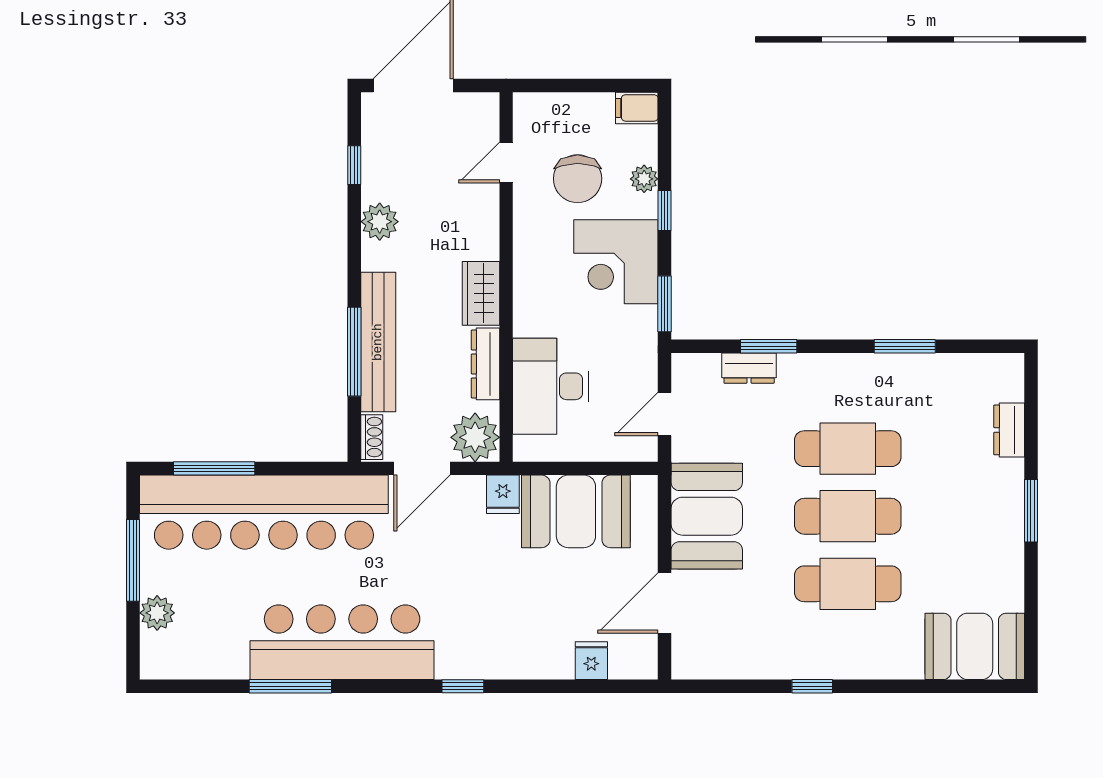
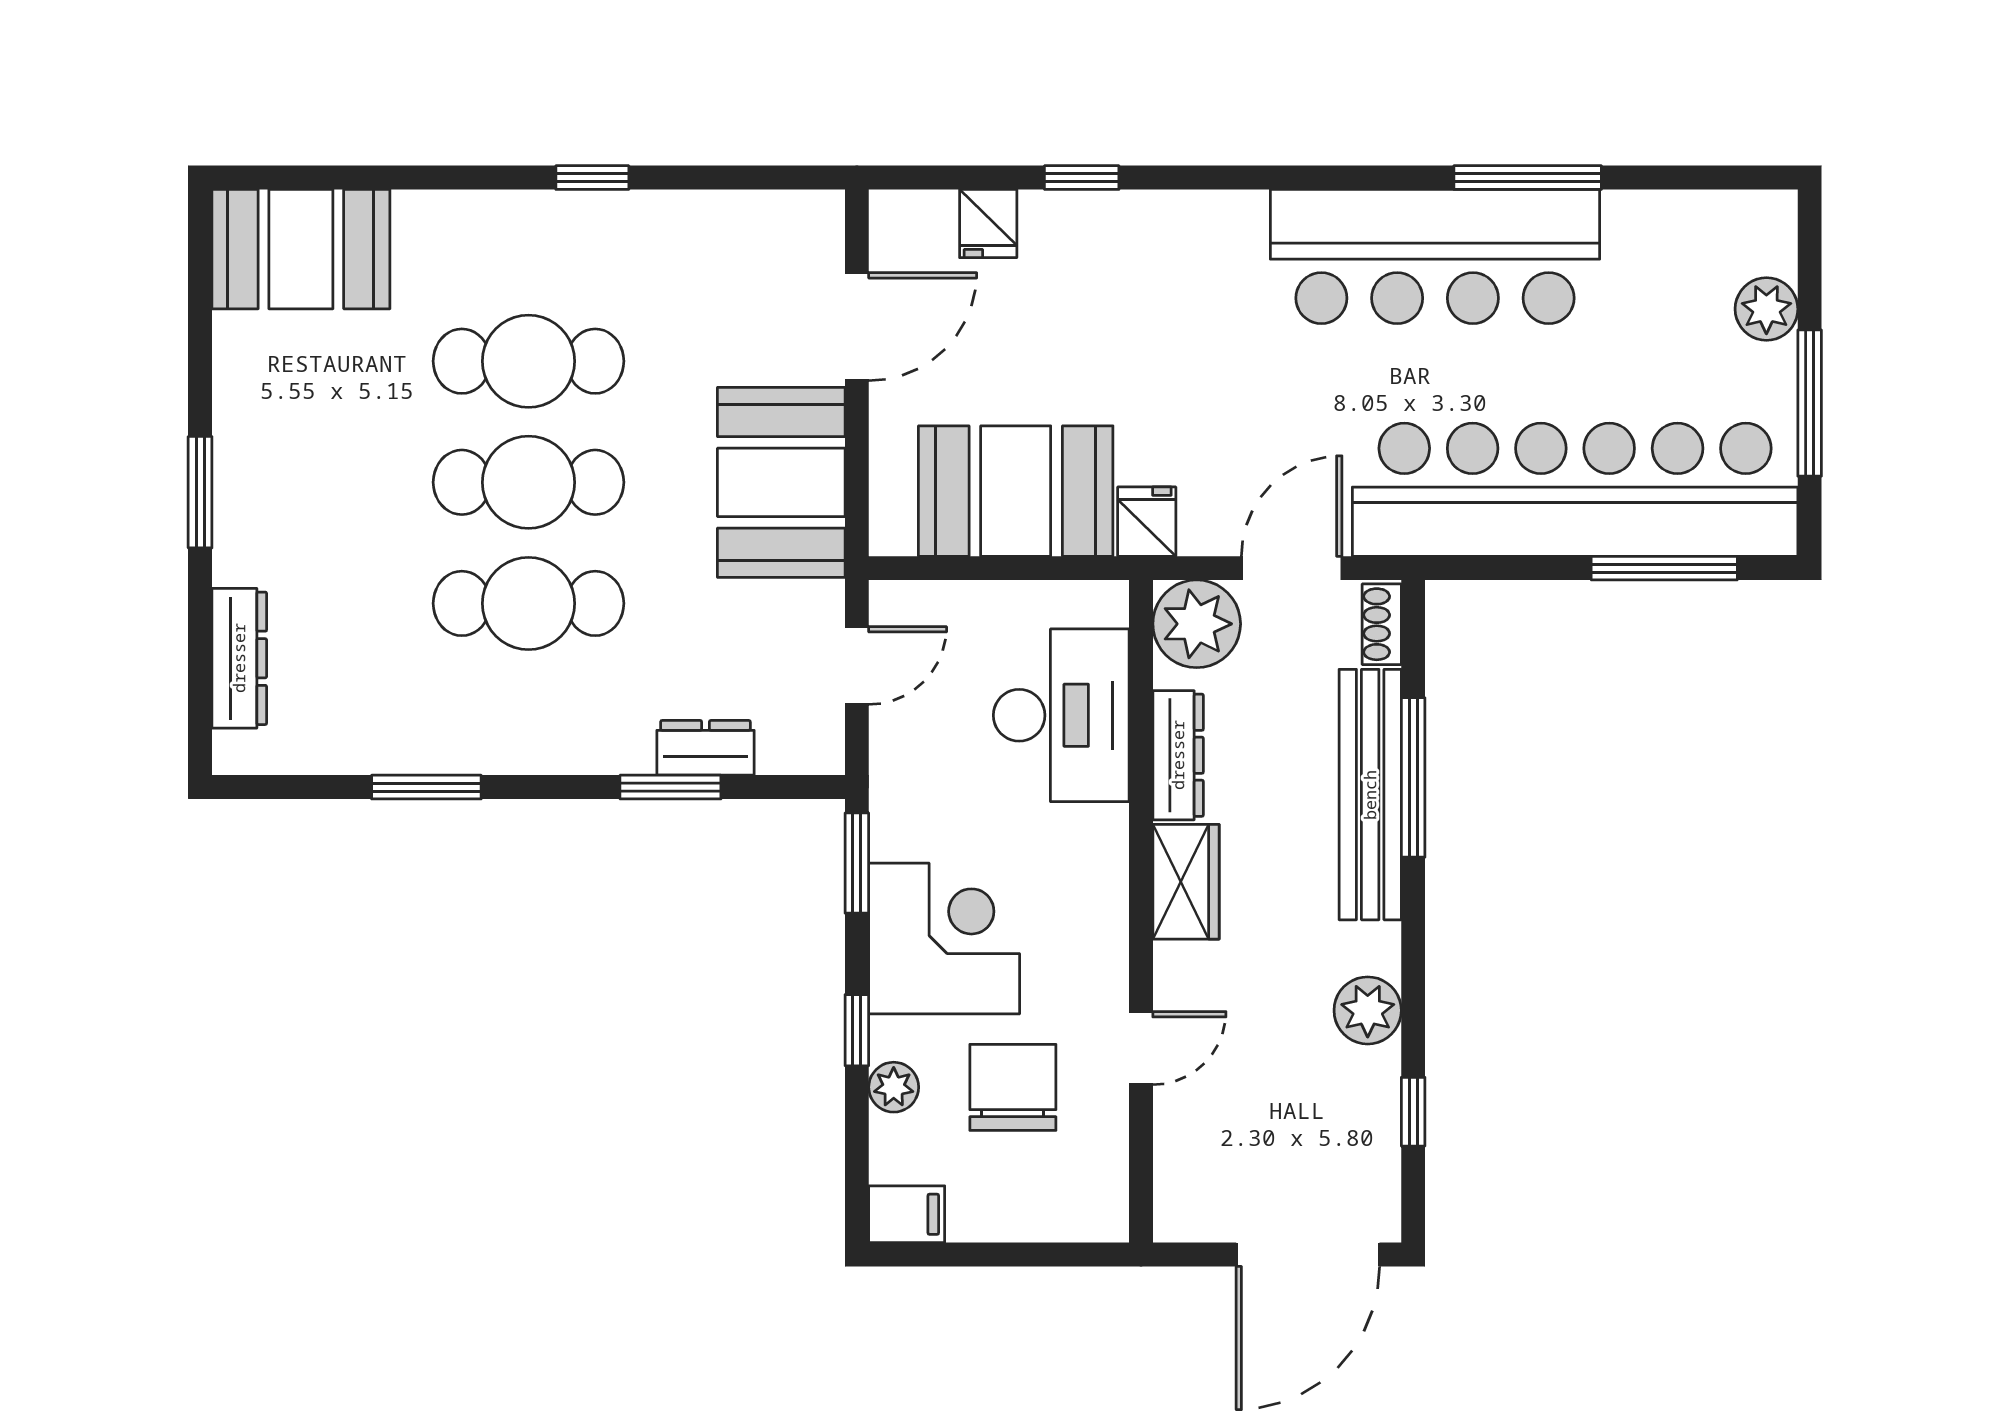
door: (506, 163) -> (1141, 1048), moved
dresser: (1009, 430) -> (239, 658), width x1.44
window: (463, 686) -> (1082, 178), moved

